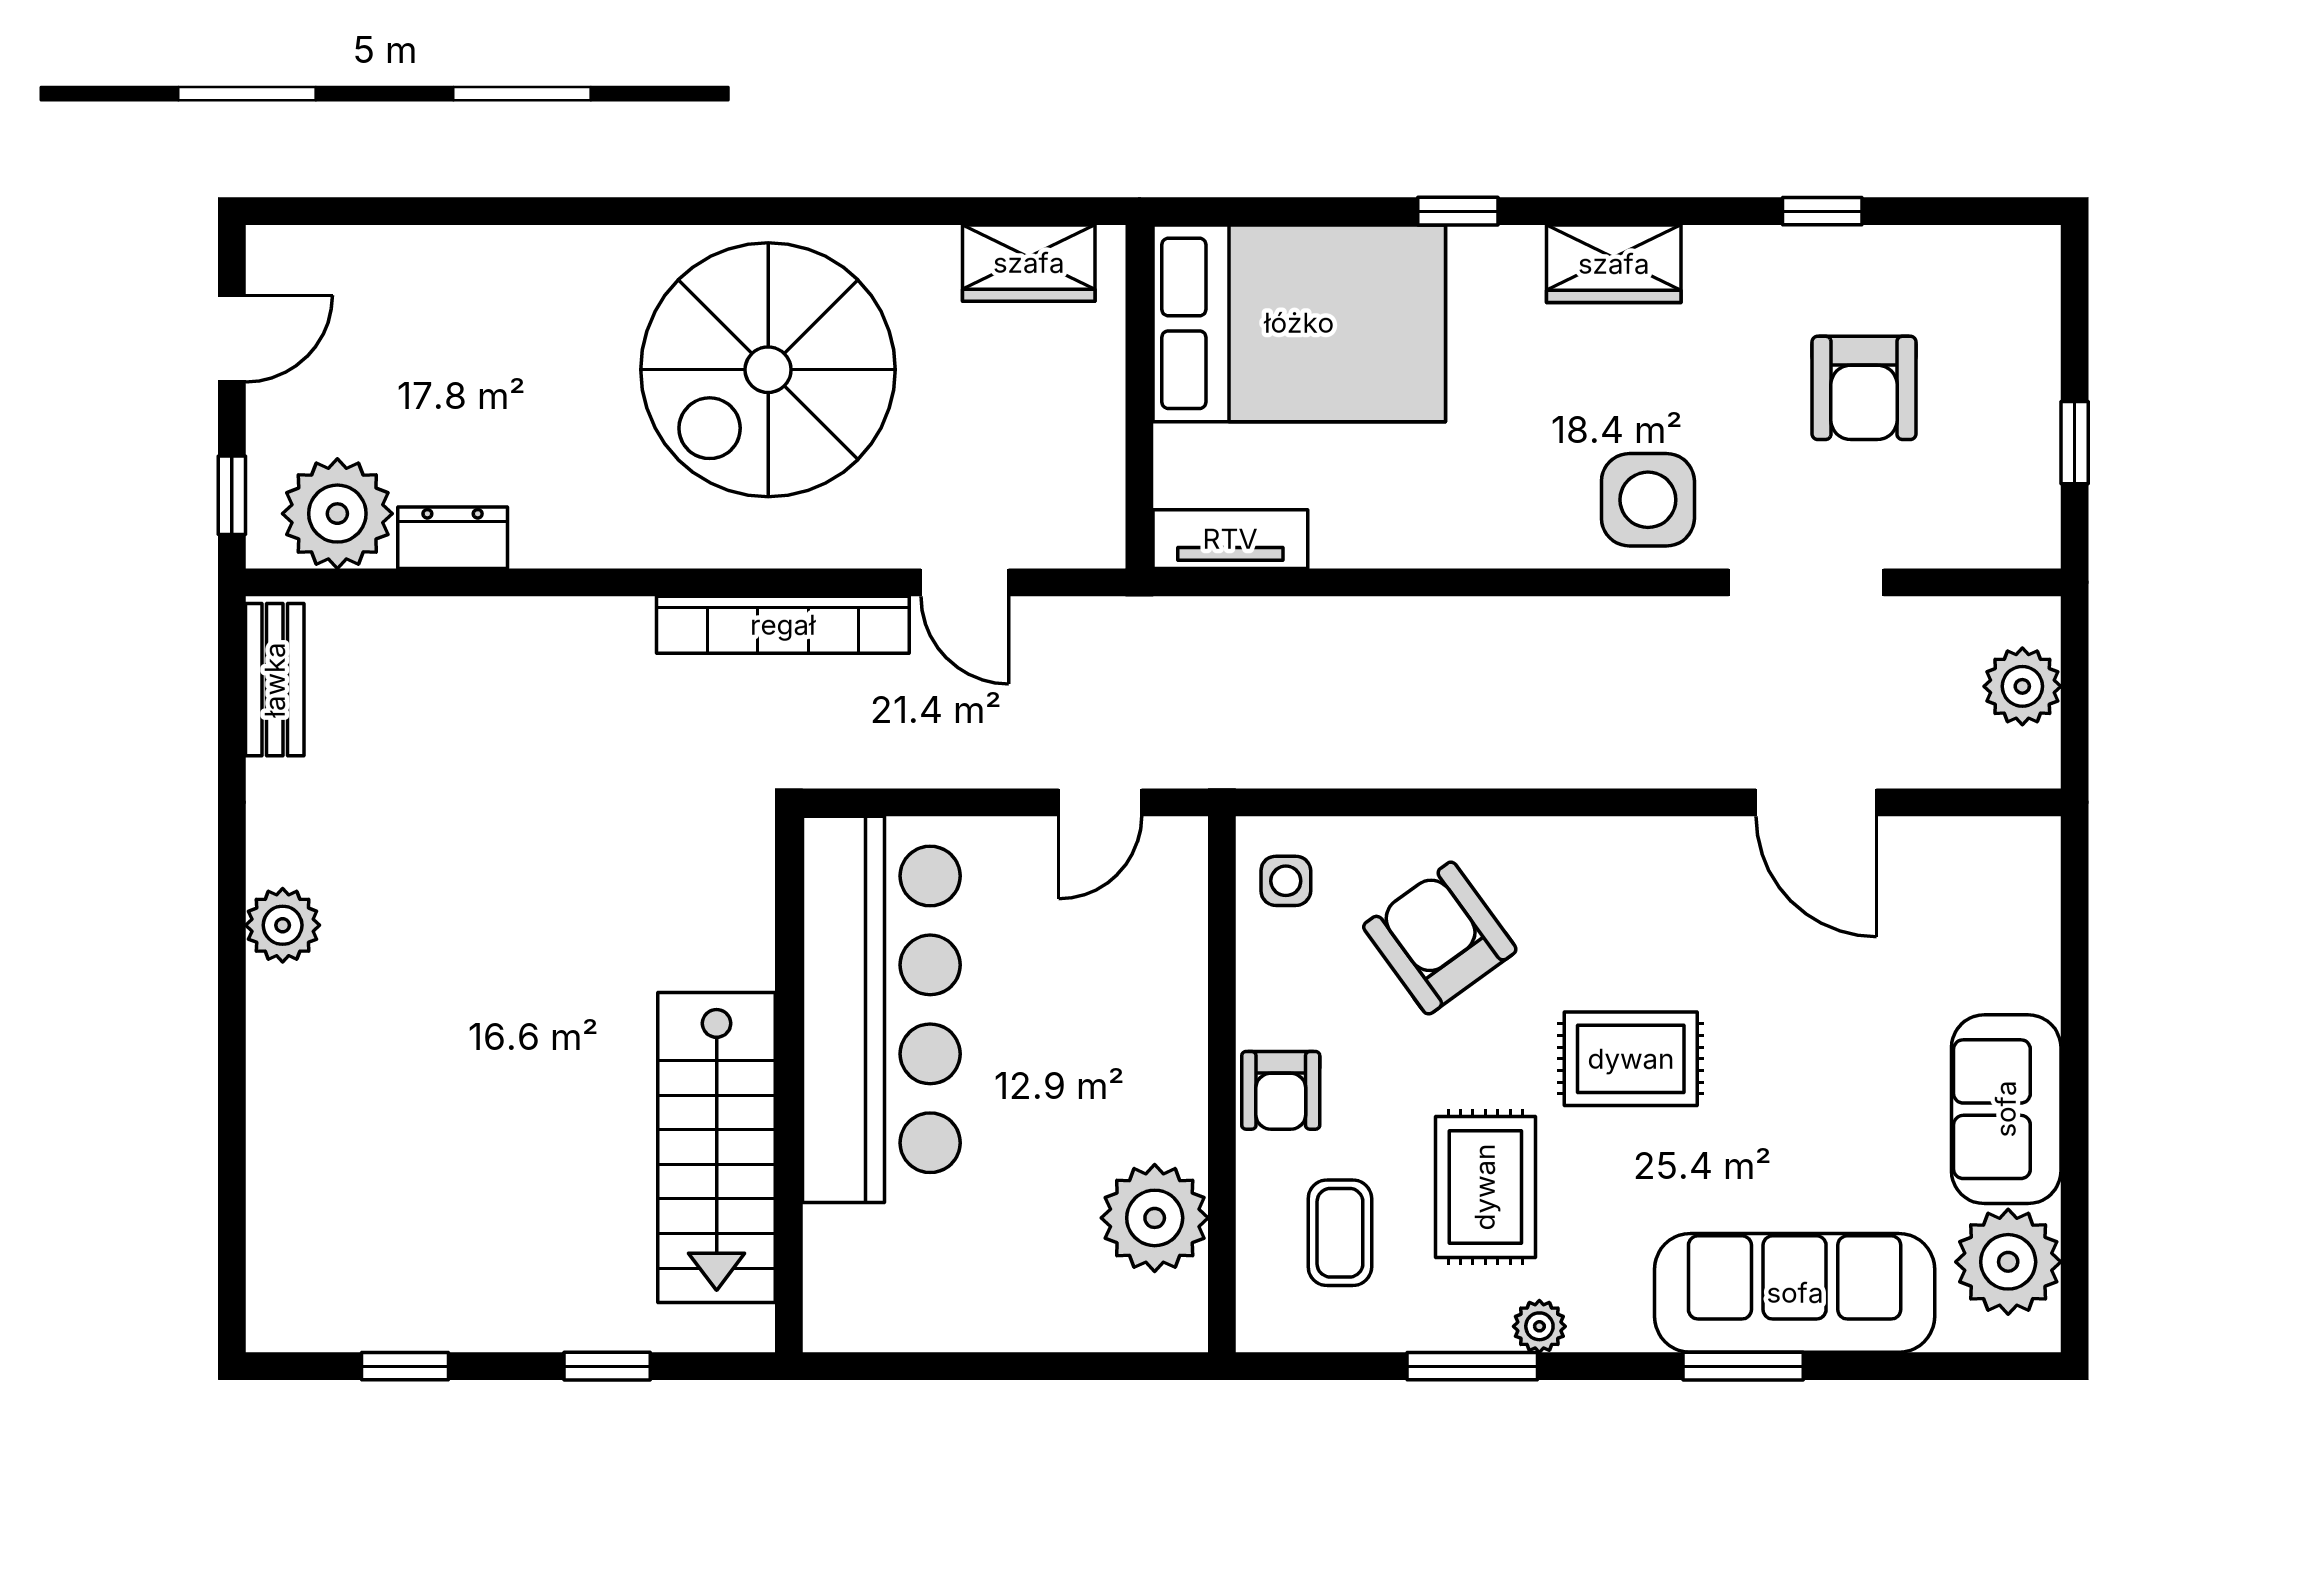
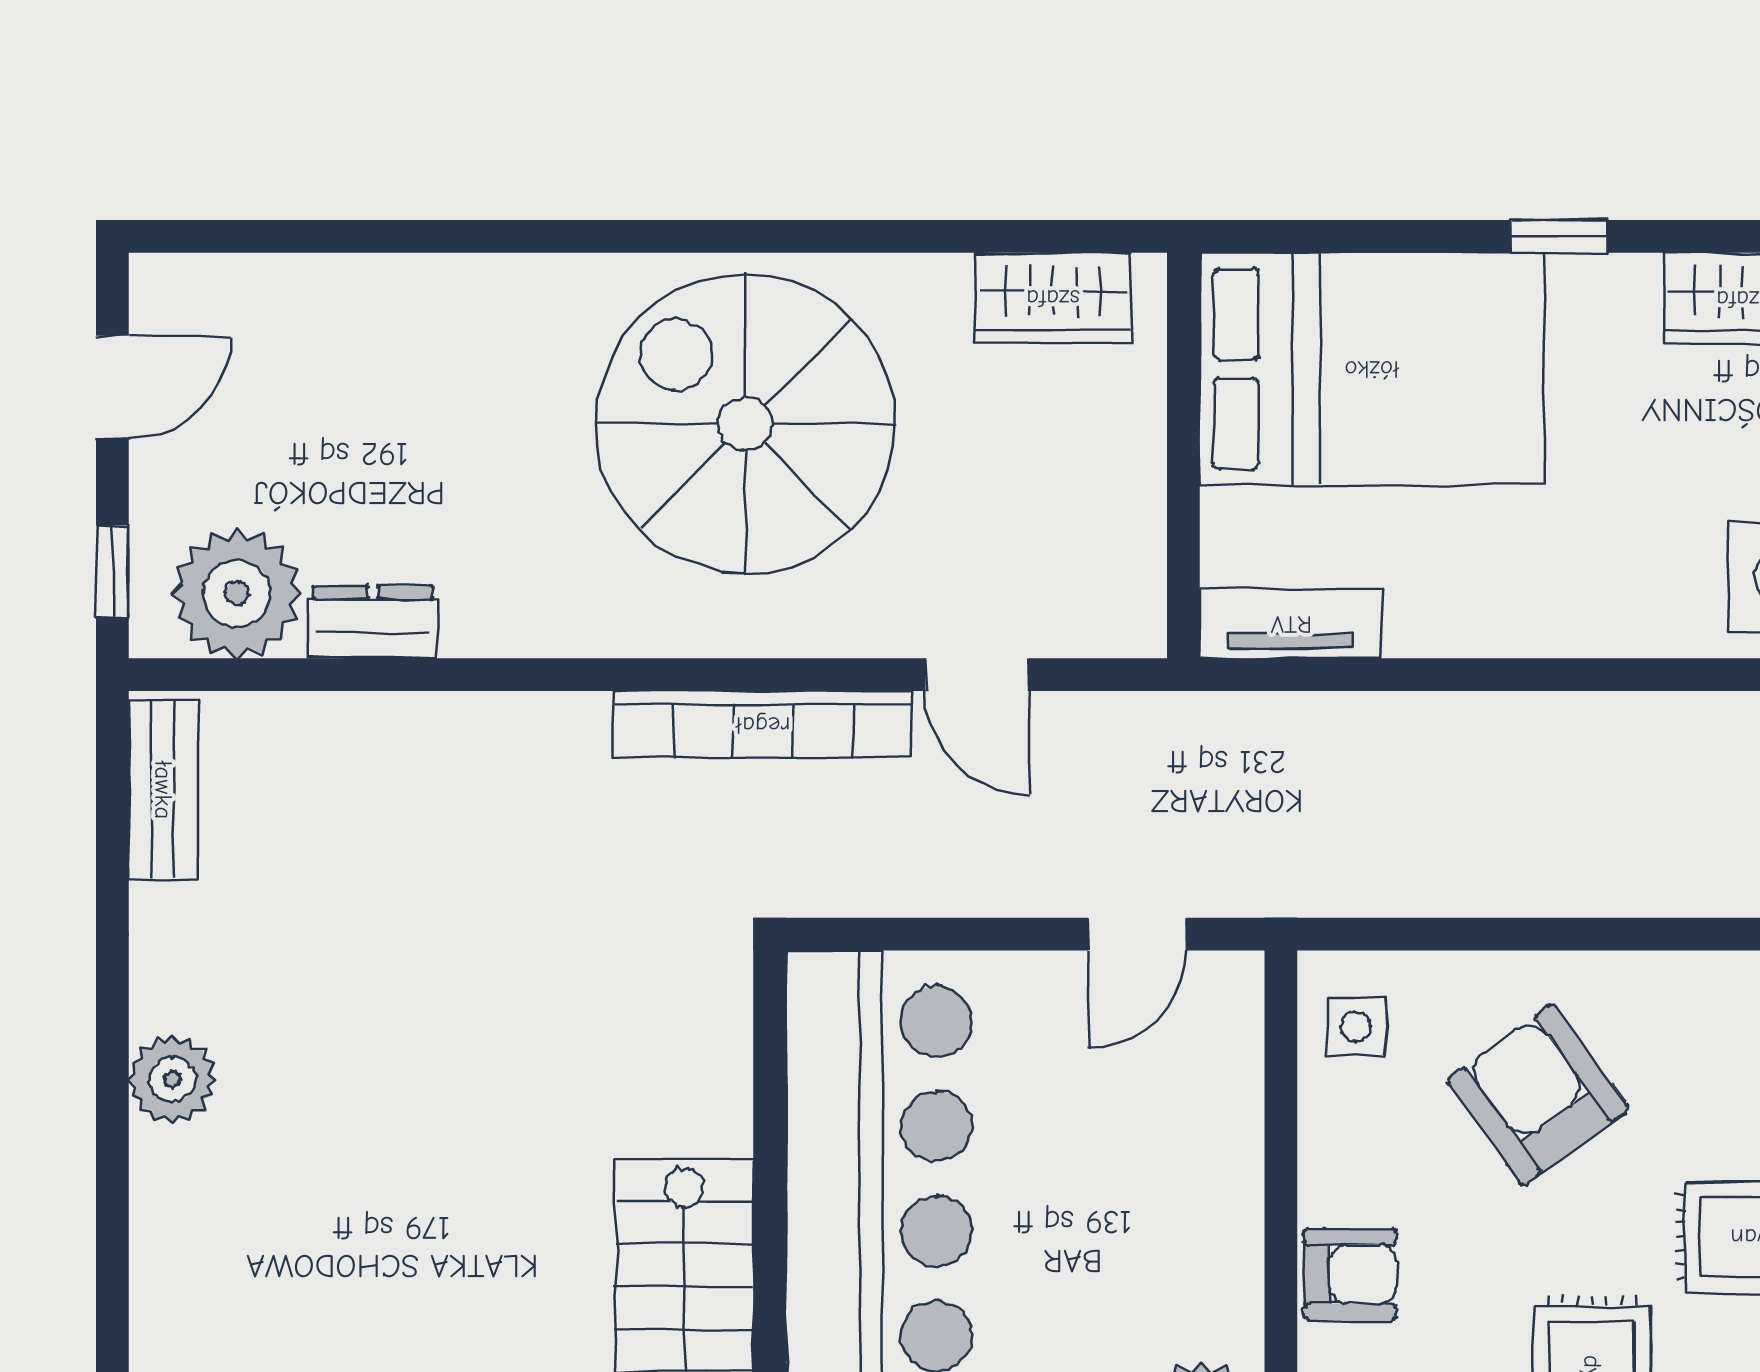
spiral stairs: (768, 370) -> (745, 424), turned 90
armchair: (1281, 1090) -> (1350, 1274), turned -90

